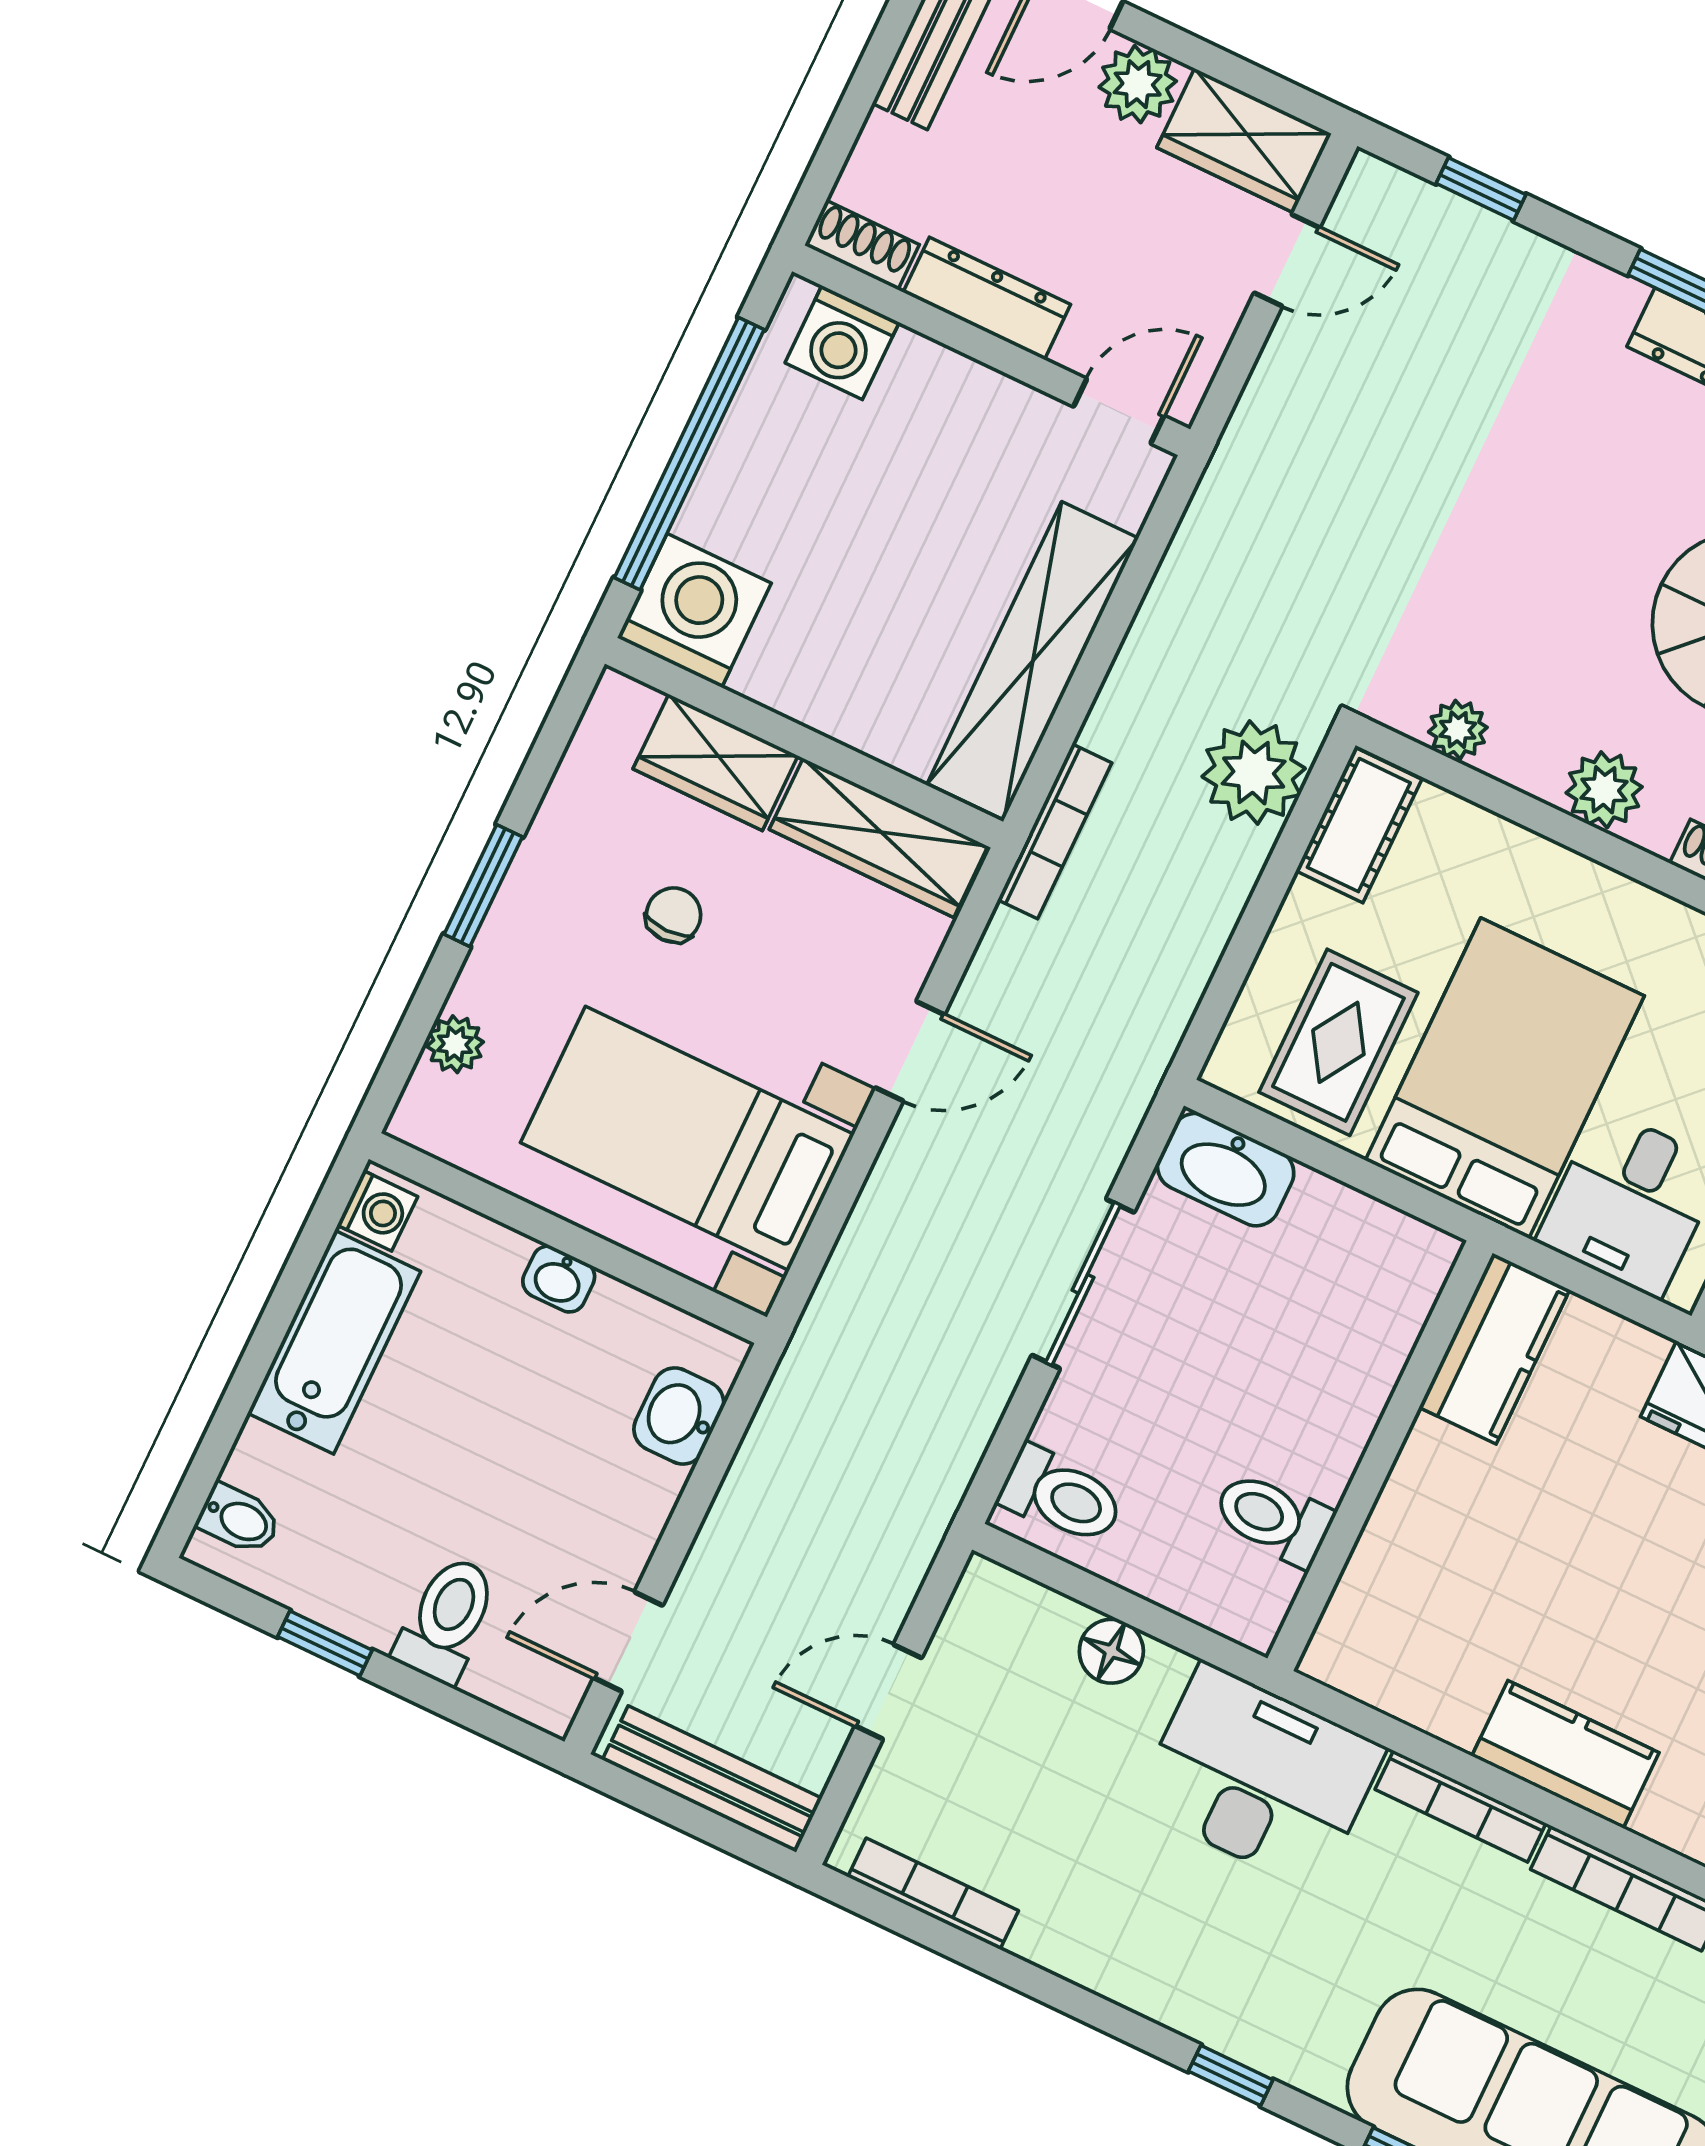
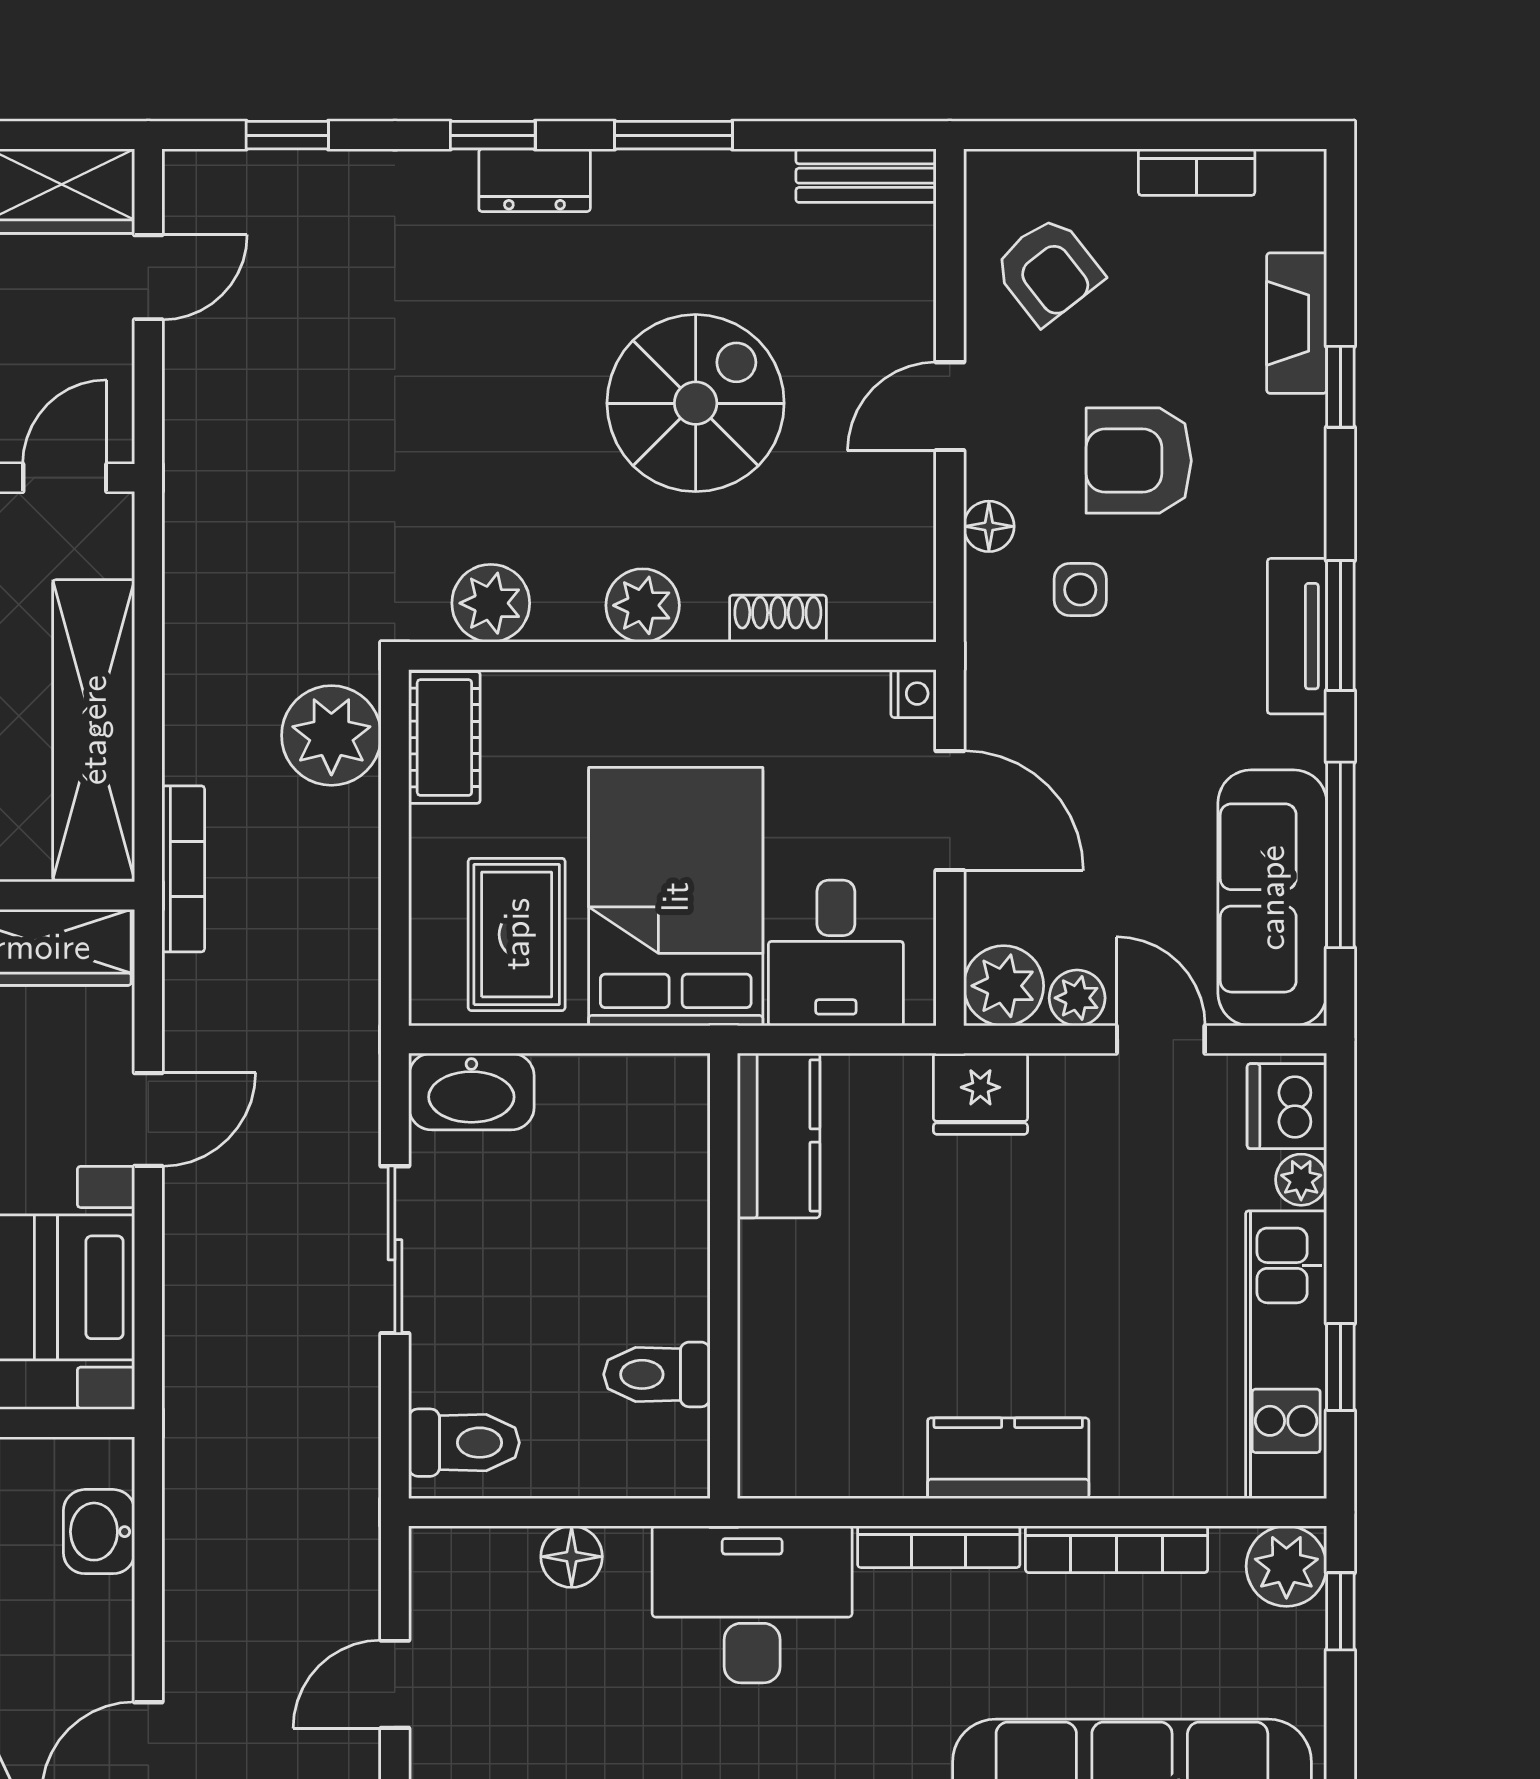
plant: (1458, 730) -> (491, 603), width x1.38, depth x1.38

